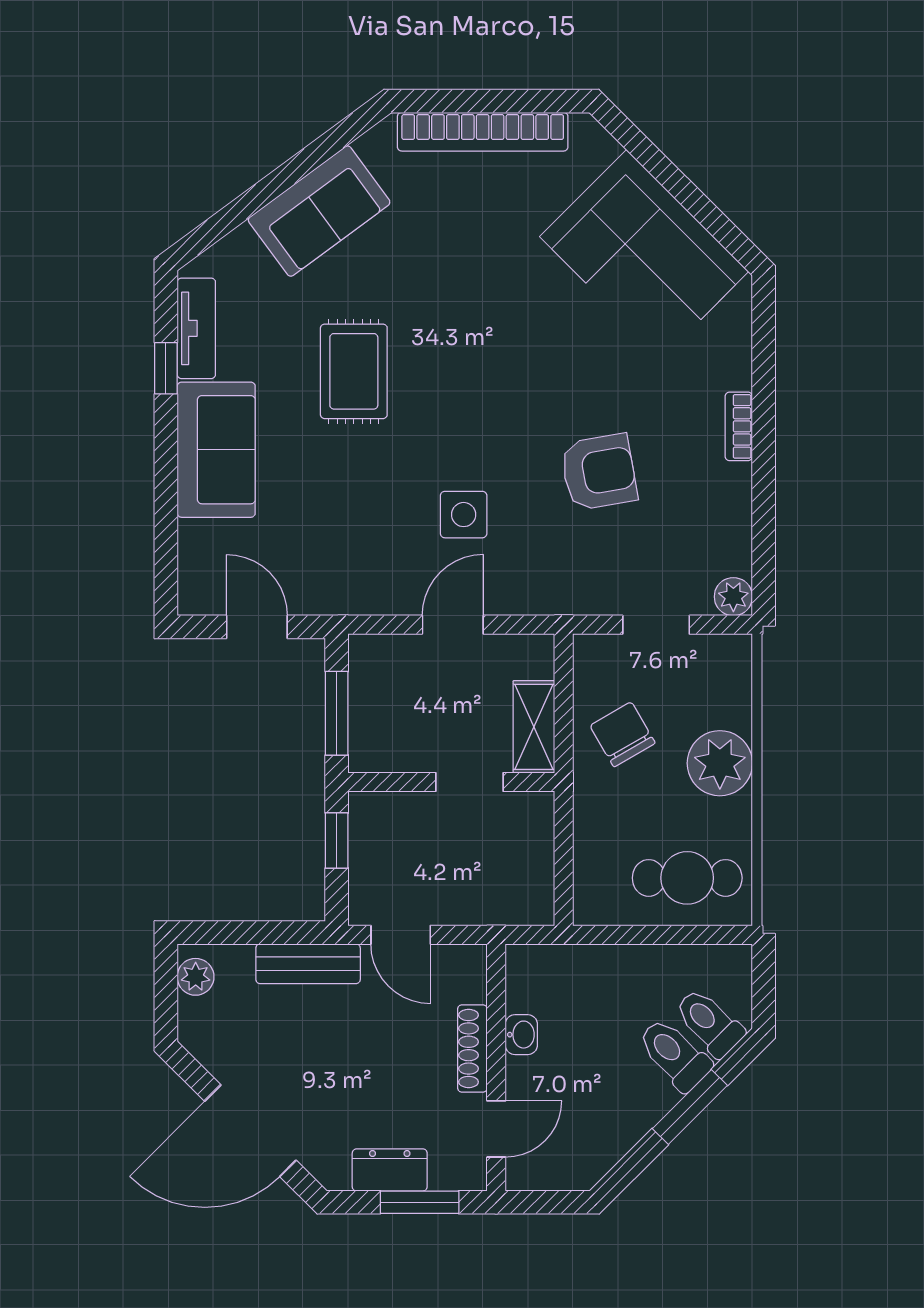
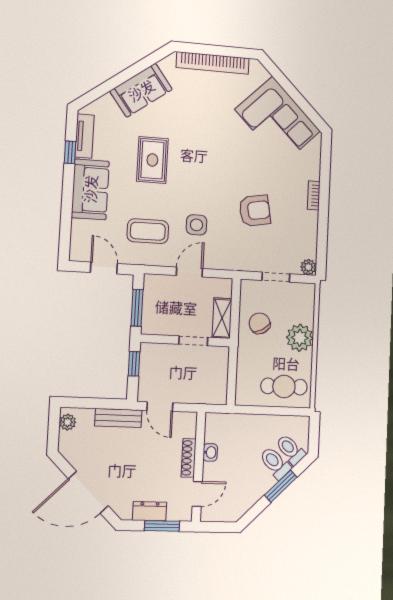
coffee table: (352, 537) -> (148, 231), added

